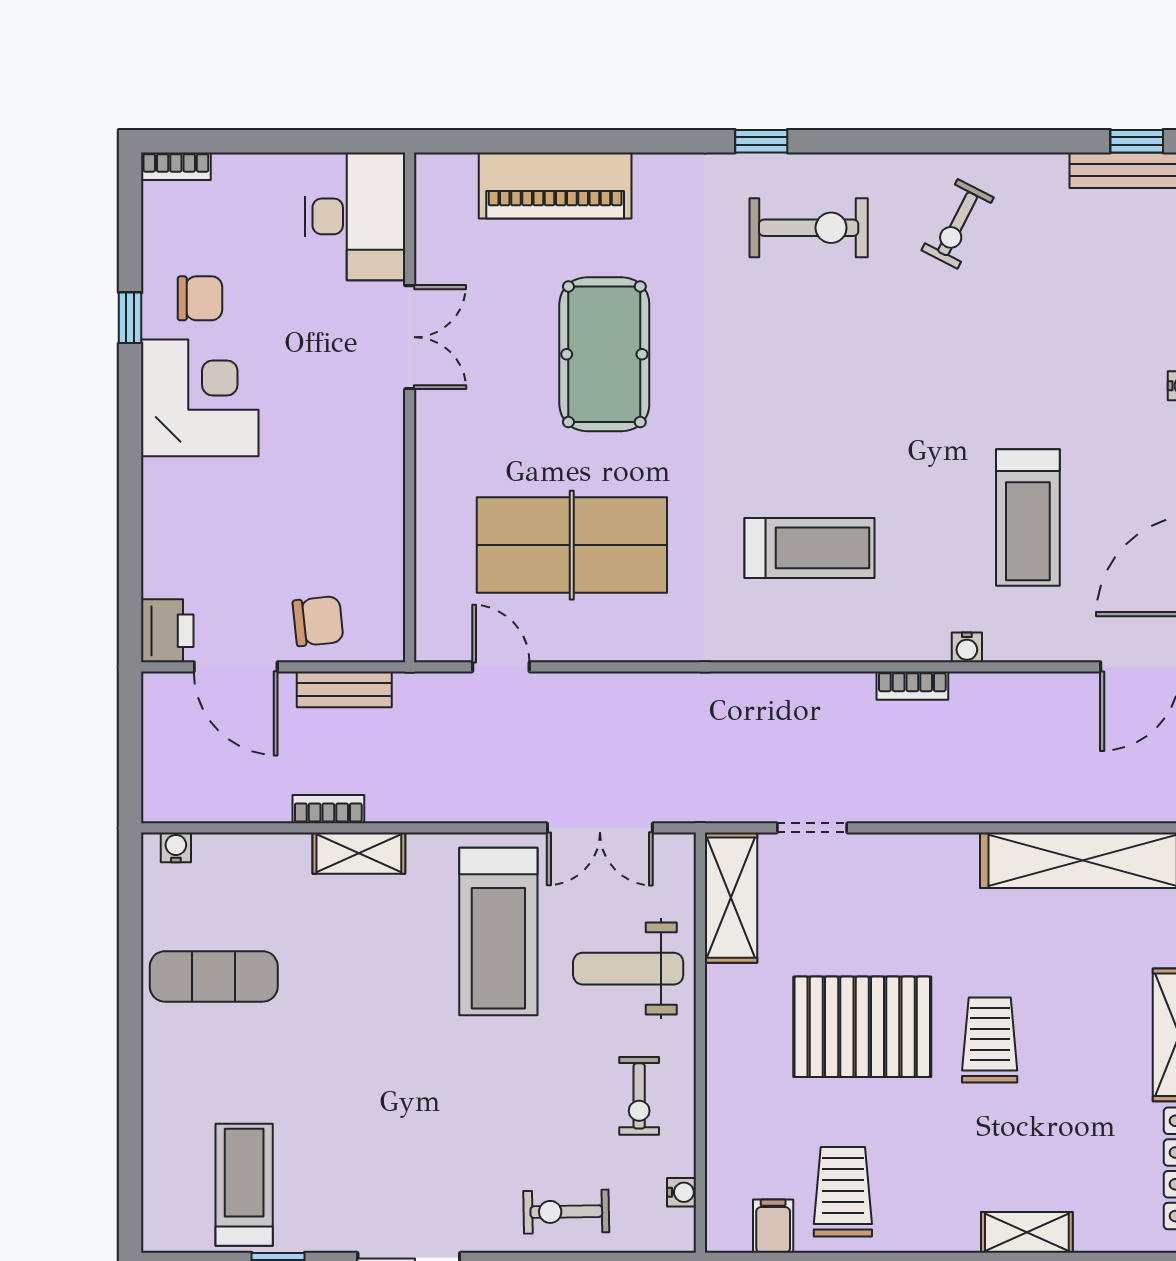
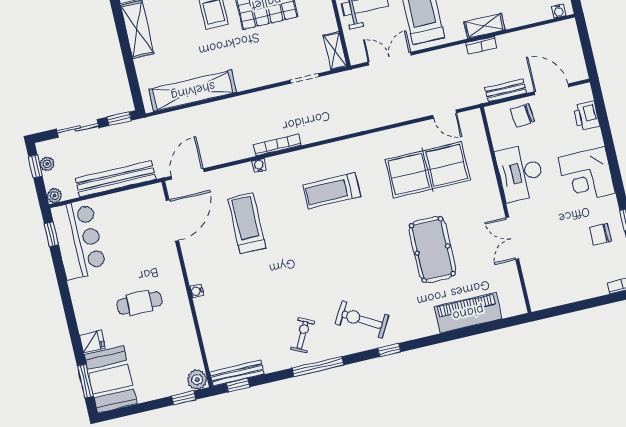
window: (938, 141) -> (318, 367), added
desk: (355, 216) -> (520, 173), moved
exercise bike: (809, 228) -> (362, 320), turned 30
corner desk: (200, 398) -> (587, 175), moved
printer: (167, 631) -> (587, 116), moved
bookcase: (912, 686) -> (277, 145), width x1.56
bookcase: (328, 809) -> (481, 45), moved
shelving: (731, 898) -> (335, 51), width x0.67, depth x0.75

